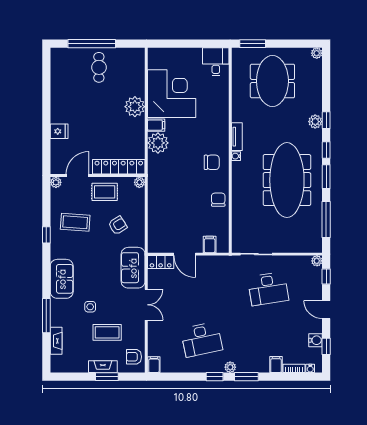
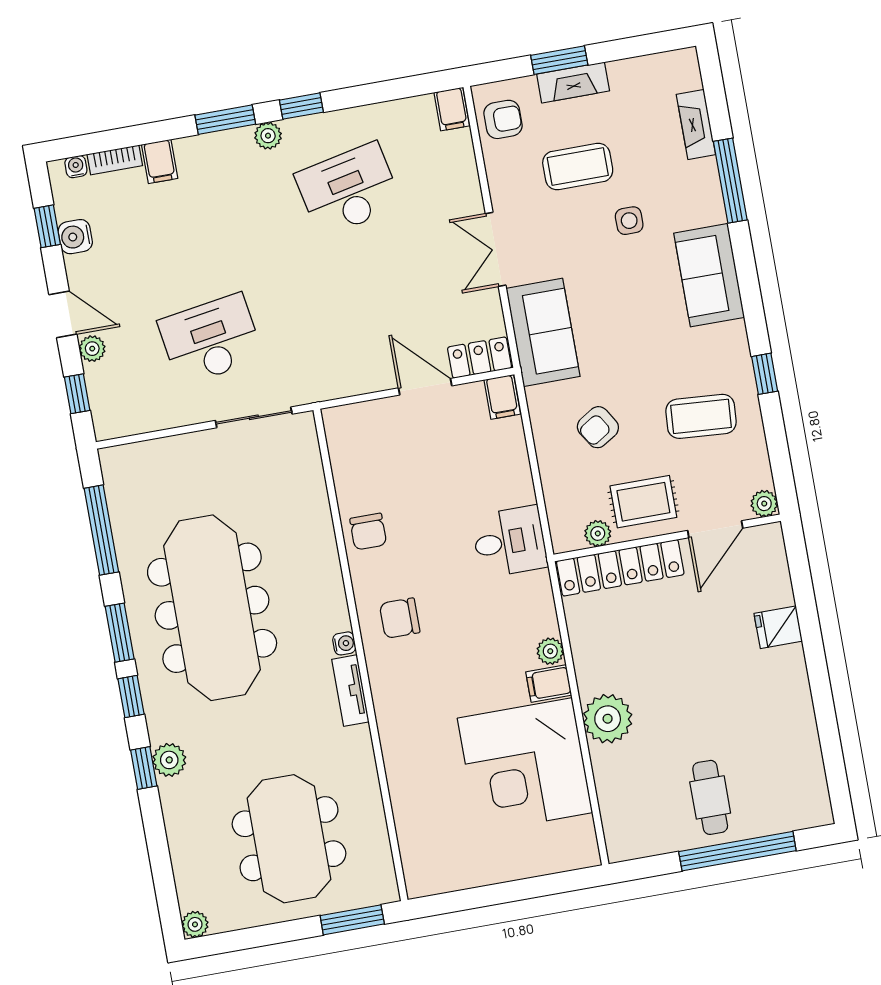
desk: (216, 62) -> (510, 542), moved, turned -90
plant: (158, 143) -> (550, 651), width x0.53, depth x0.53
plant: (139, 182) -> (598, 533), moved
filing cabinet: (210, 245) -> (502, 397), moved
plant: (317, 261) -> (92, 349), moved

